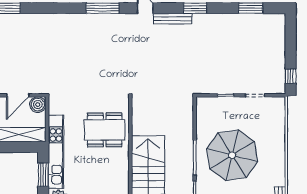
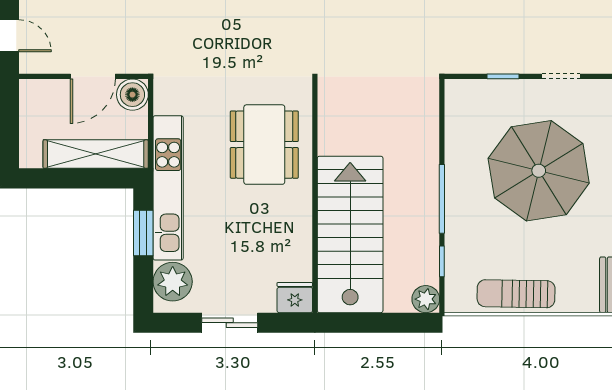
dining table: (105, 130) -> (264, 145), turned 90
parasol: (232, 155) -> (539, 171), moved

